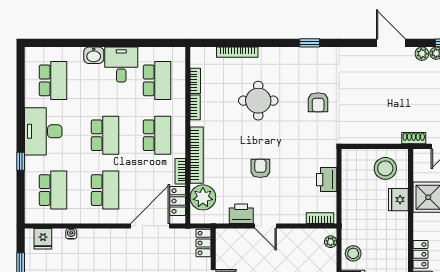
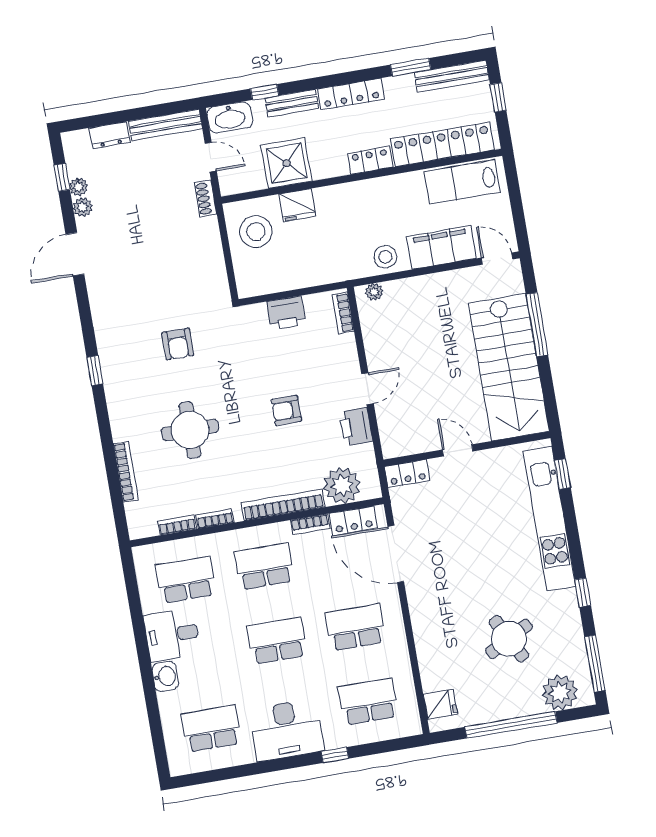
armchair: (318, 102) -> (178, 344), turned 90
water cooler: (71, 234) -> (426, 665), removed

